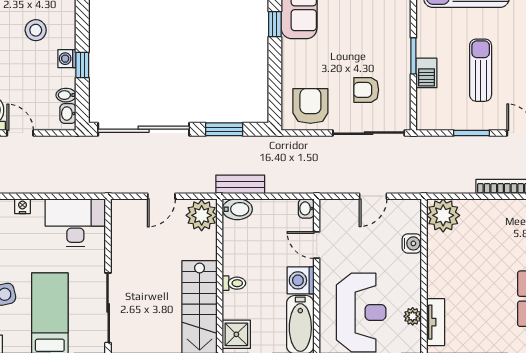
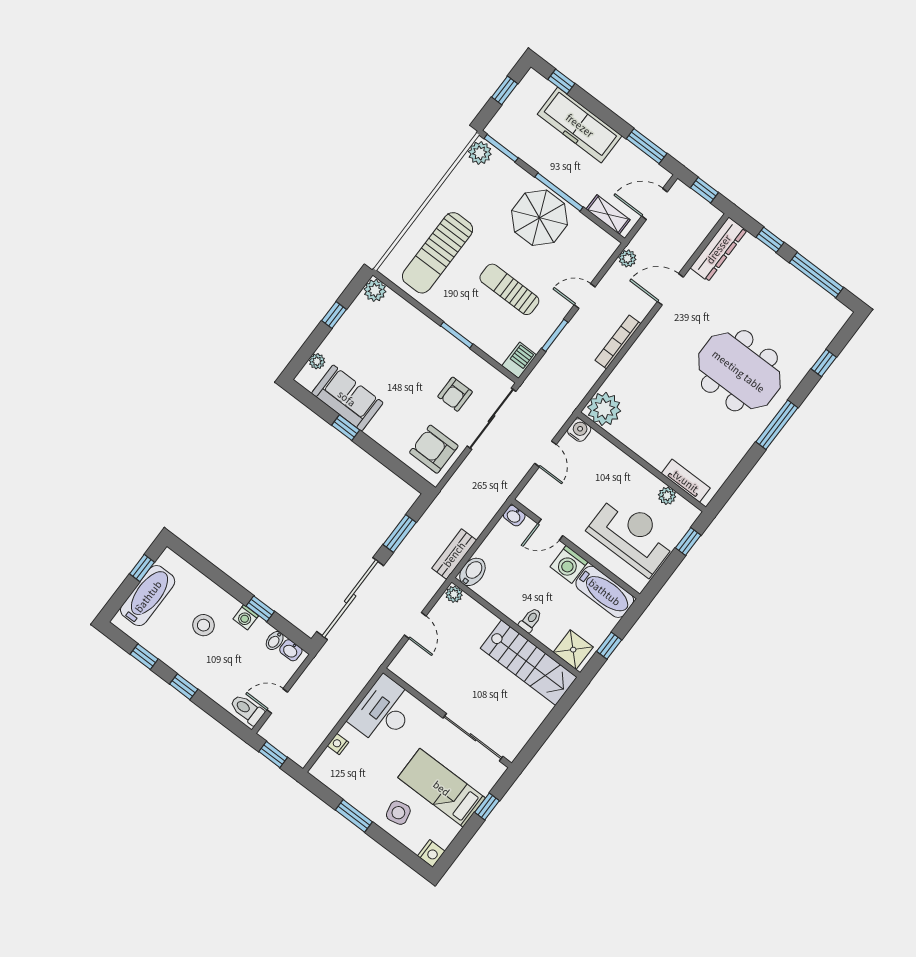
barbecue: (426, 73) -> (519, 360), moved, turned -90
plant: (202, 215) -> (454, 594), width x0.53, depth x0.53
water cooler: (412, 243) -> (579, 430), moved

